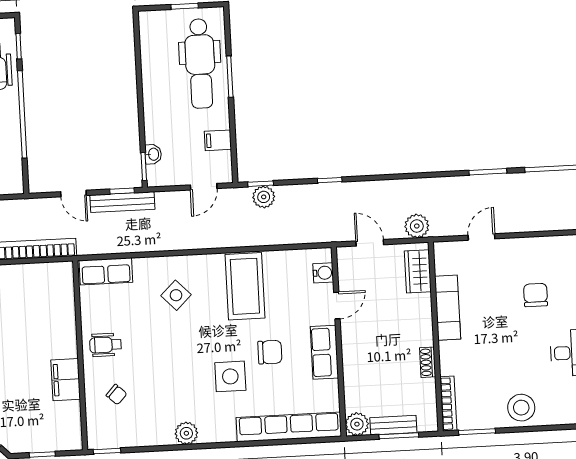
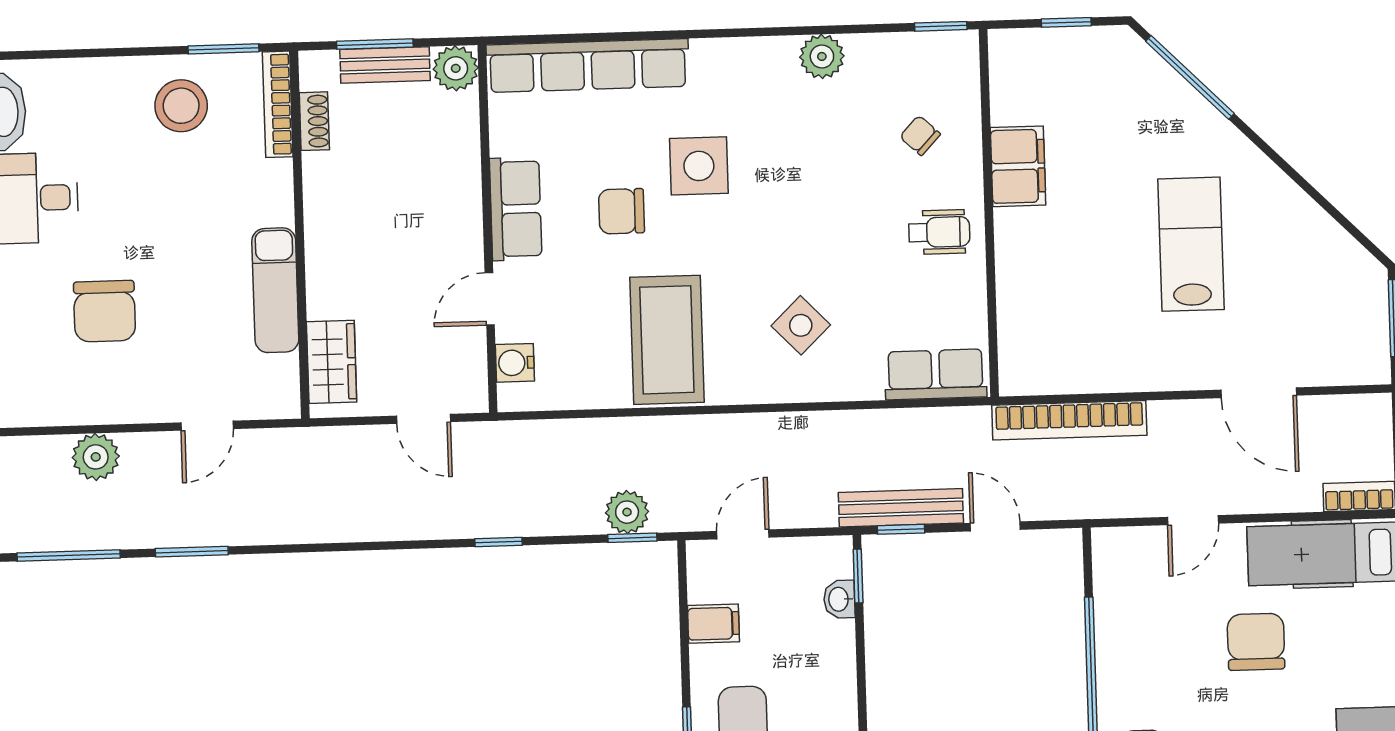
plant: (417, 226) -> (96, 457), moved
chair: (536, 295) -> (105, 311), width x1.37, depth x1.37
shoe rack: (428, 362) -> (314, 121), moved
stool: (521, 408) -> (181, 106), moved
plant: (186, 433) -> (822, 56), moved

